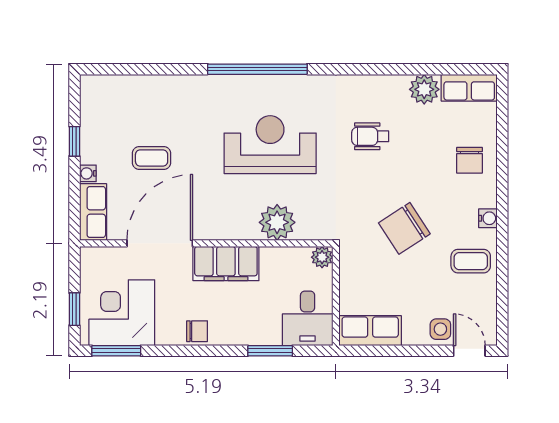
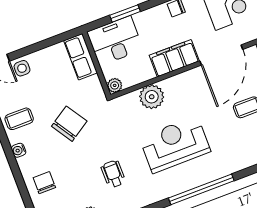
wheelchair: (370, 136) -> (113, 174), turned -90
reception desk: (270, 145) -> (175, 144), turned 180
desk: (308, 318) -> (115, 41), width x1.37
row of seats: (370, 331) -> (81, 57), moved, turned 90

